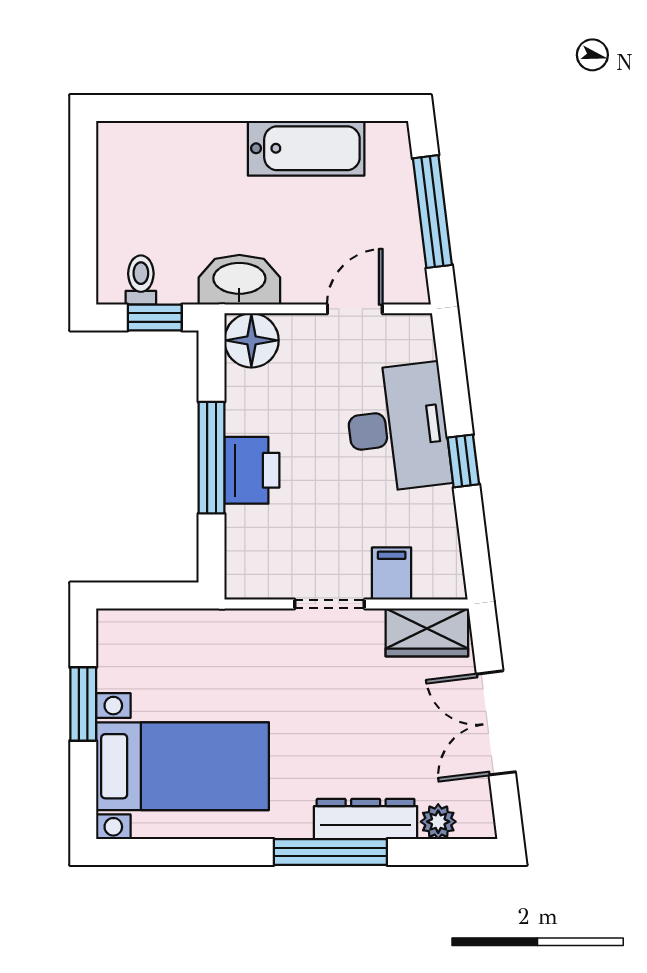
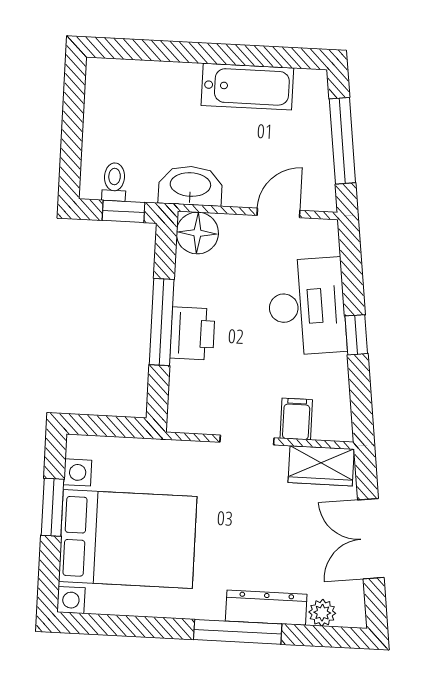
bed with nightstands: (182, 766) -> (128, 539), width x1.36

